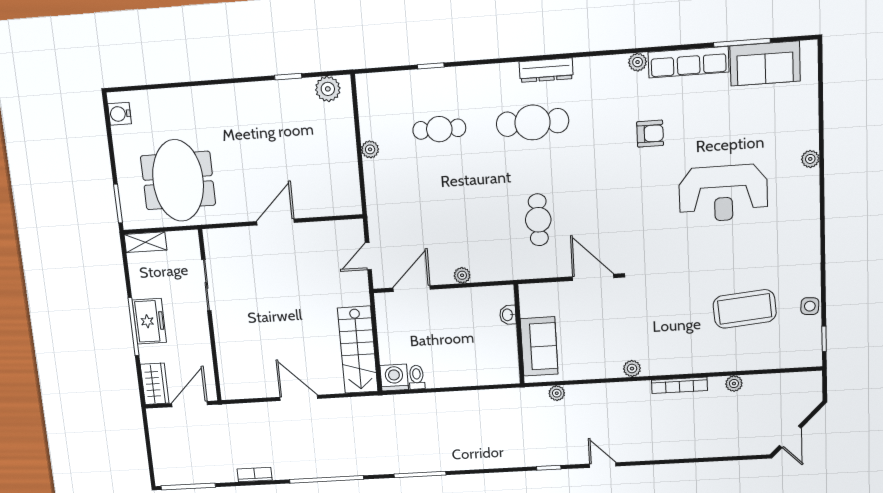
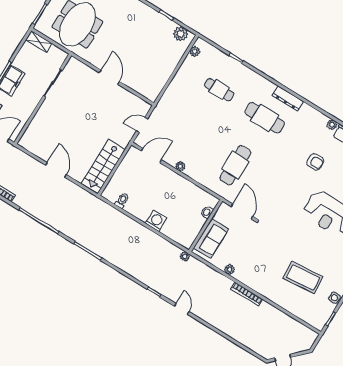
plant: (370, 149) -> (195, 52), moved
cafe table: (538, 220) -> (235, 165), width x1.37, depth x1.35
door: (276, 222) -> (109, 77), hinge flipped
washbasin: (508, 315) -> (207, 212), moved
wall: (519, 334) -> (206, 226), moved
sofa: (539, 346) -> (211, 238), moved
washing machine: (394, 378) -> (156, 221), moved
plant: (734, 384) -> (273, 311), removed

